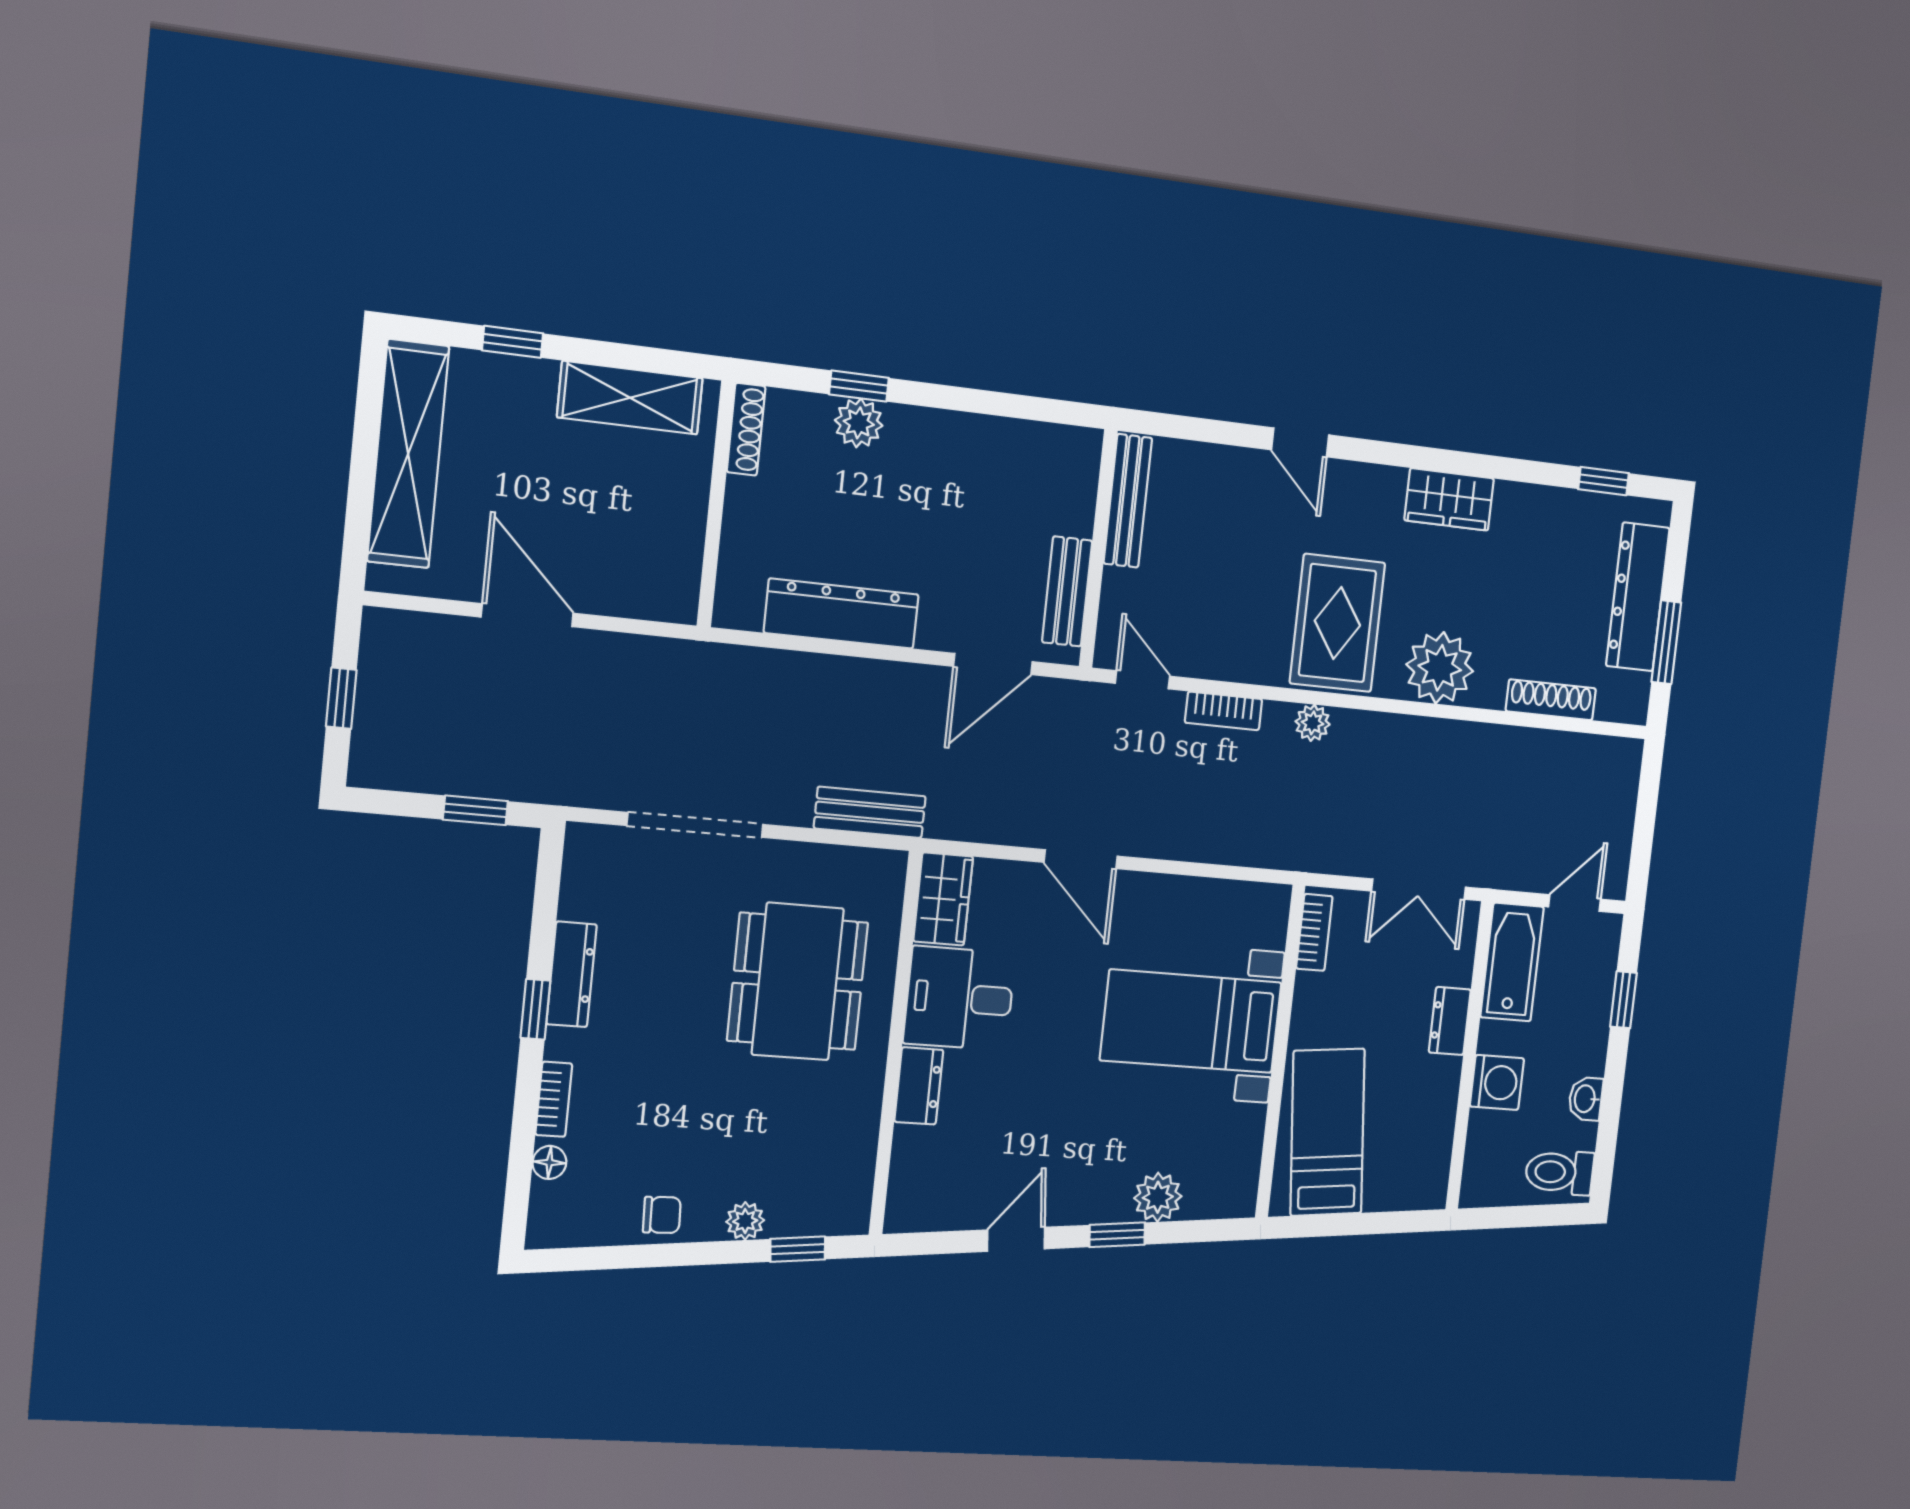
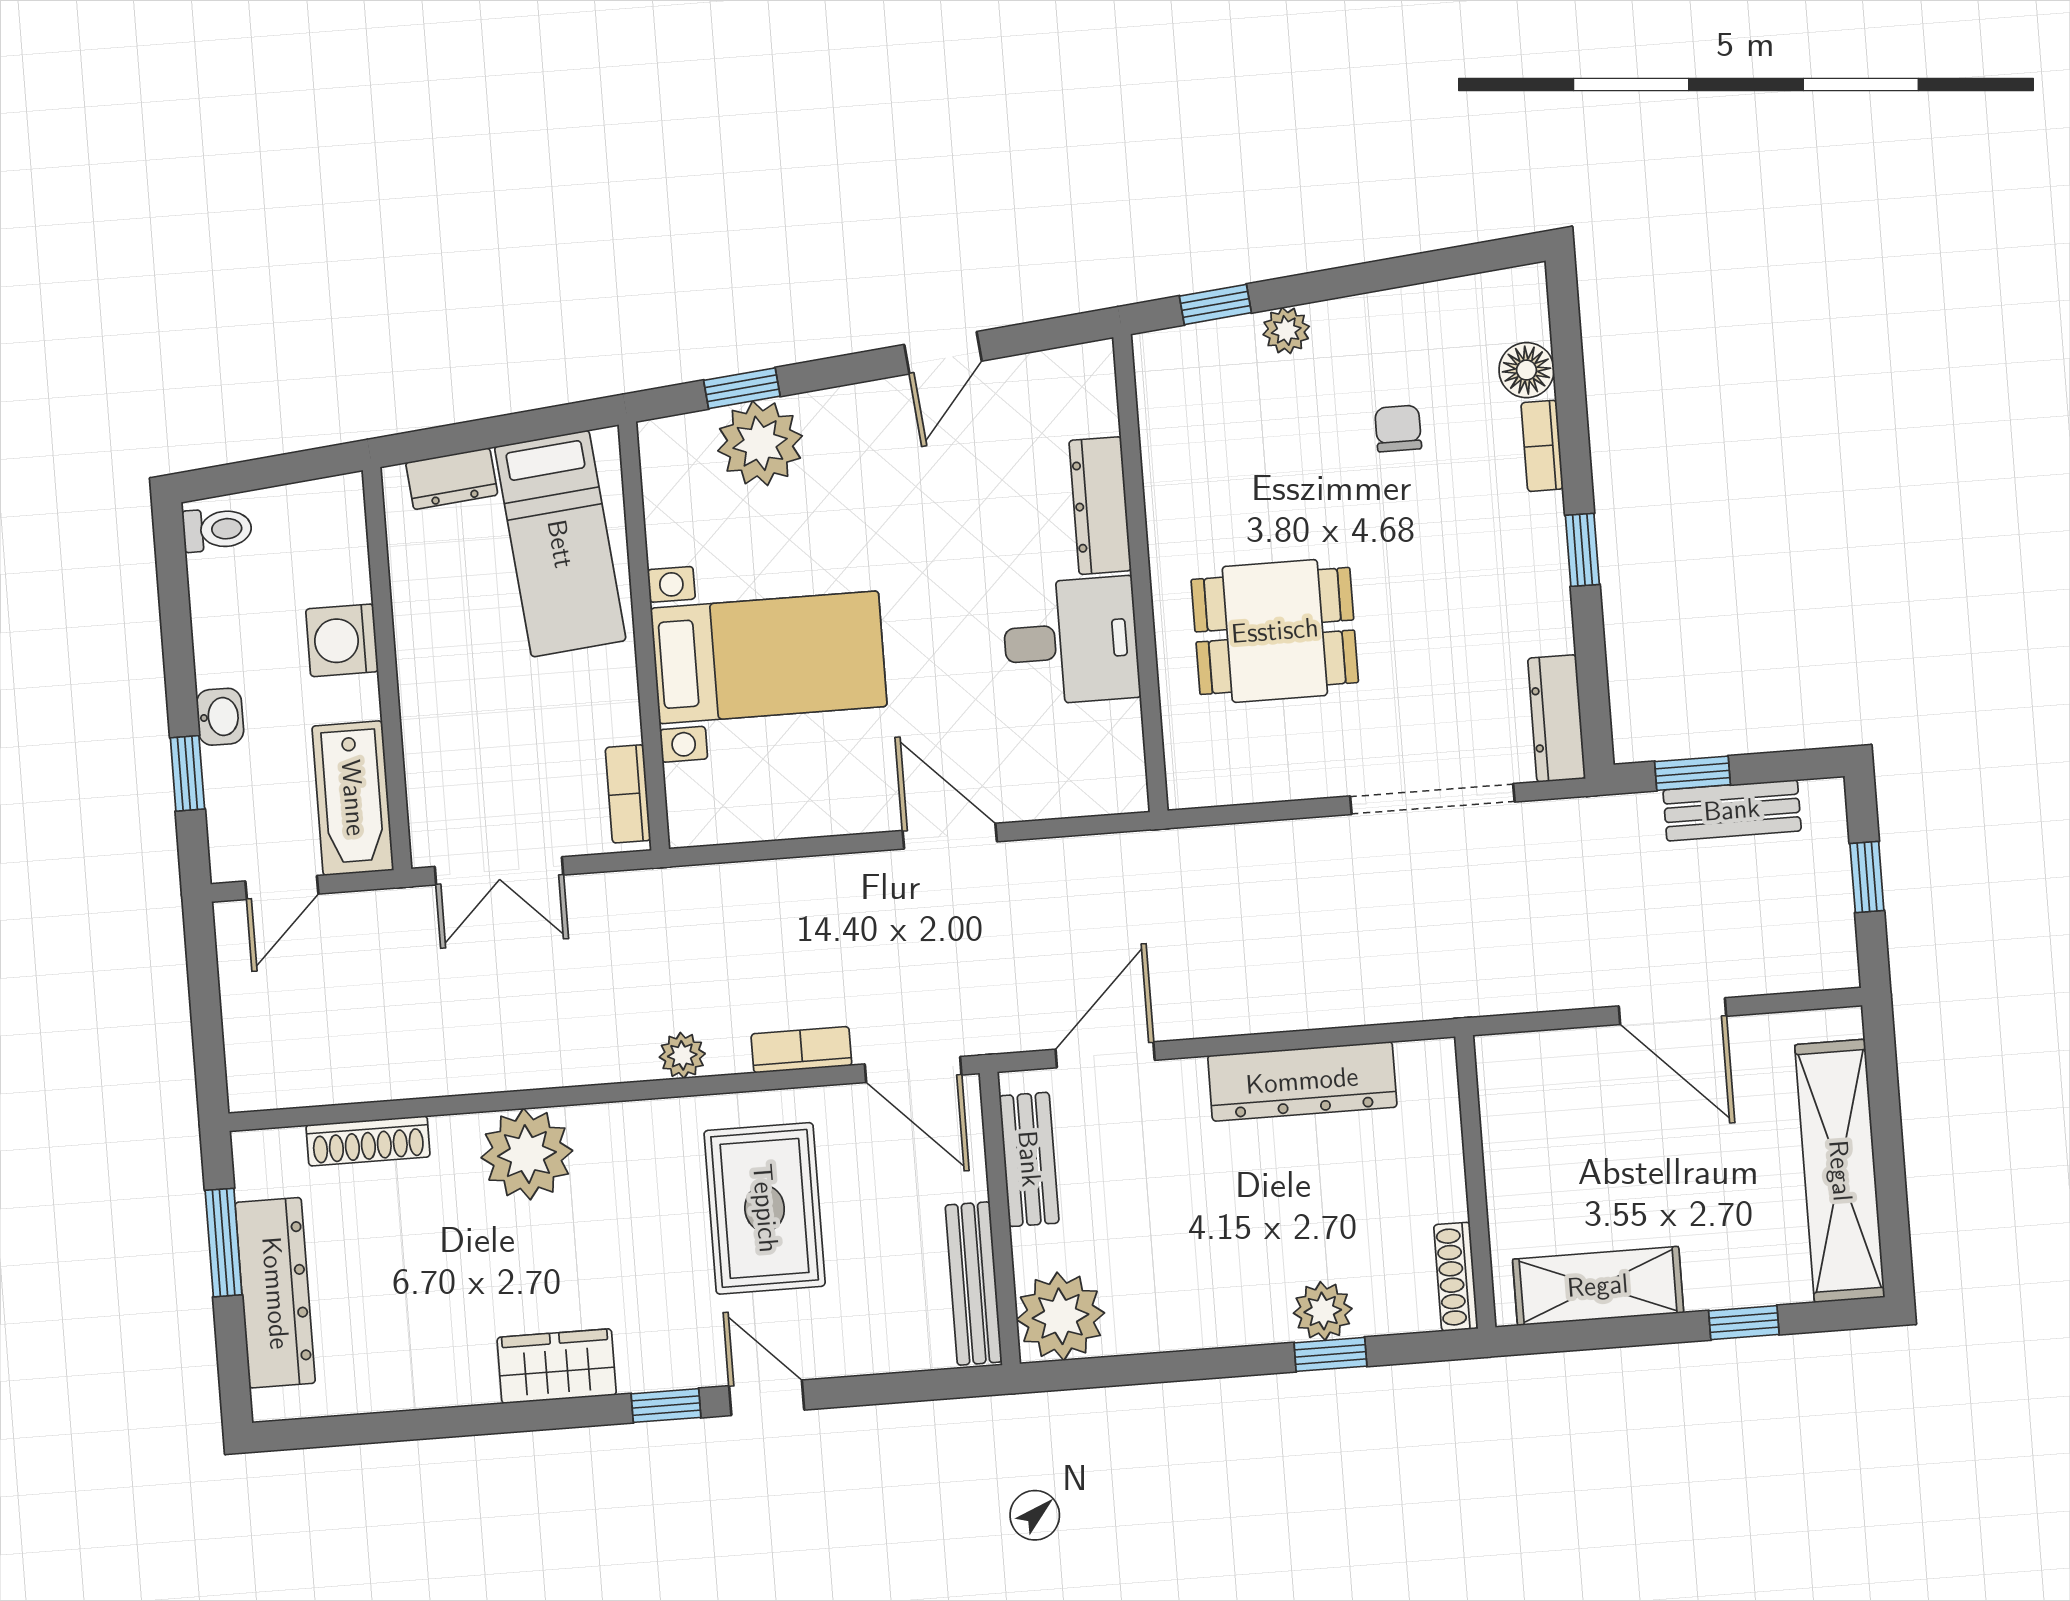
plant: (1066, 461) -> (1060, 1316), added
window: (1604, 481) -> (666, 1406), moved
rug: (1337, 623) -> (765, 1208), moved
door: (1142, 680) -> (913, 1070), width x1.38
bench: (870, 812) -> (1732, 810), moved
double door: (1419, 889) -> (499, 871), swing flipped
wardrobe: (943, 899) -> (1114, 759), removed
dresser: (572, 974) -> (1557, 718), moved
dining table: (798, 981) -> (1275, 631), width x0.73
dresser: (1450, 1021) -> (452, 479), moved, turned 84
dresser: (919, 1086) -> (1100, 506), width x1.44
washbasin: (1586, 1099) -> (220, 717), moved
floor lamp: (549, 1162) -> (1527, 370), width x1.37, depth x1.37
toilet: (1559, 1172) -> (217, 529), width x0.73, depth x0.72
plant: (1158, 1197) -> (760, 443), width x1.36, depth x1.36
chair: (662, 1215) -> (1398, 429), moved, turned 92
window: (1117, 1235) -> (742, 388), moved

